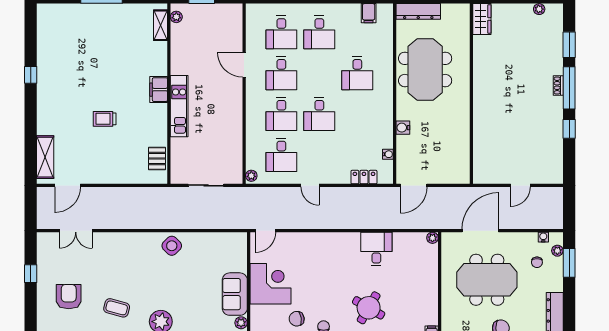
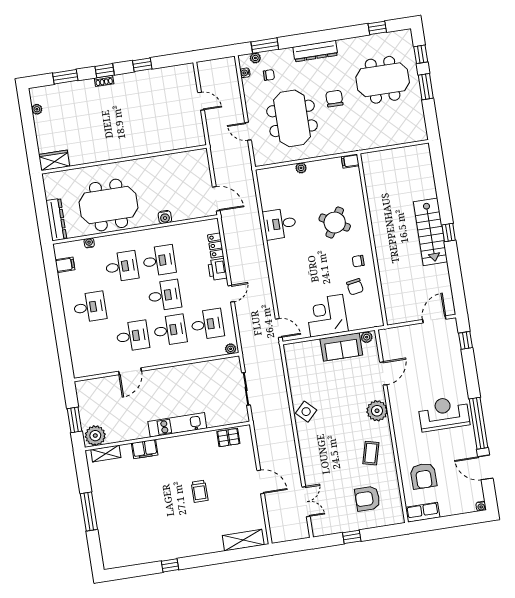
plant: (176, 17) -> (95, 436), width x1.88, depth x1.88
desk: (281, 32) -> (159, 261), moved
window: (569, 88) -> (105, 71), width x0.46
filing cabinet: (159, 90) -> (145, 449), moved
water cooler: (388, 154) -> (89, 243), moved
printer: (338, 175) -> (217, 269), added
door: (68, 185) -> (261, 482), moved
door: (480, 231) -> (248, 131), width x0.53
plant: (432, 238) -> (301, 168), moved

